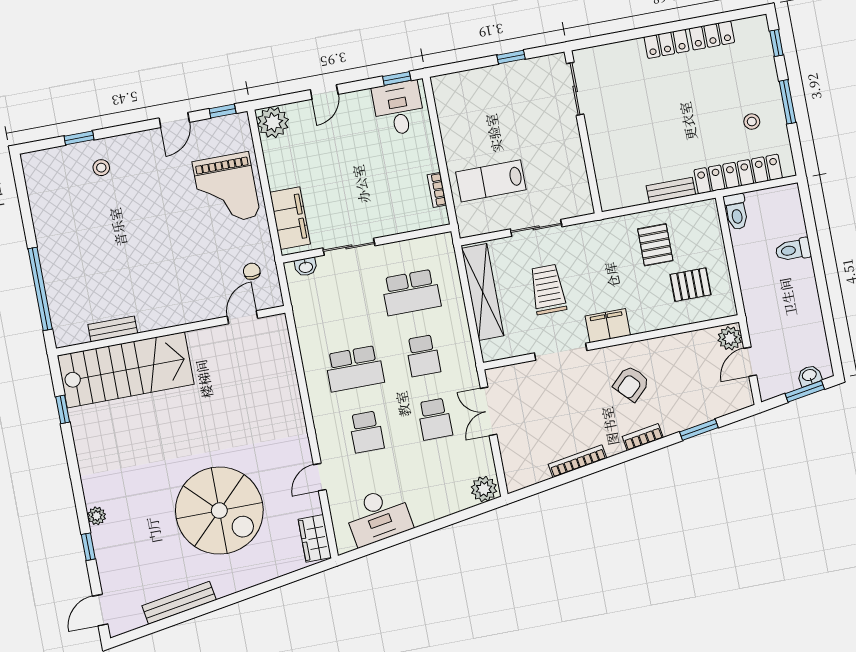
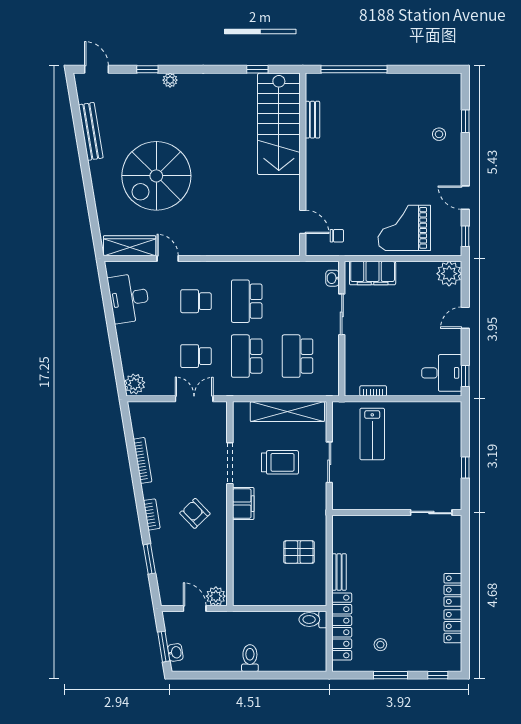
door: (324, 92) -> (465, 318), hinge flipped
lab bench: (491, 181) -> (372, 434), turned 180
toilet: (793, 250) -> (250, 658), moved
pallet: (690, 285) -> (263, 573), removed
school desk: (423, 356) -> (247, 356), width x1.85
wardrobe: (315, 538) -> (130, 246), width x1.50

